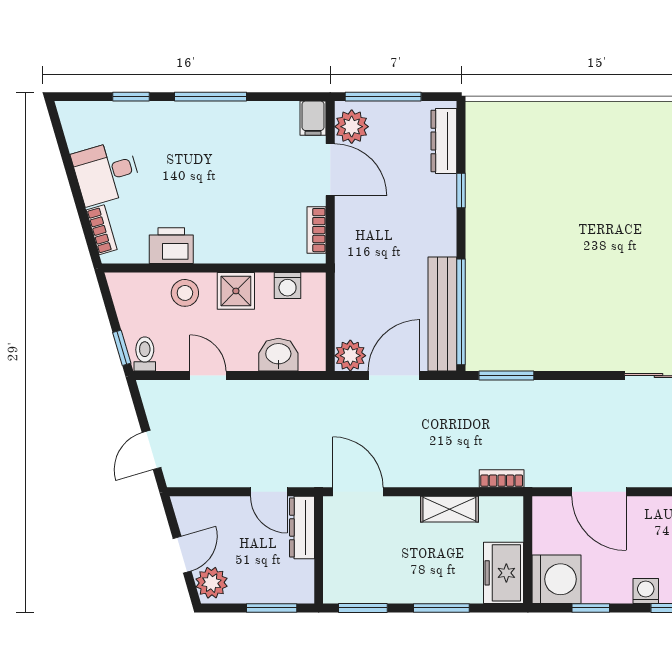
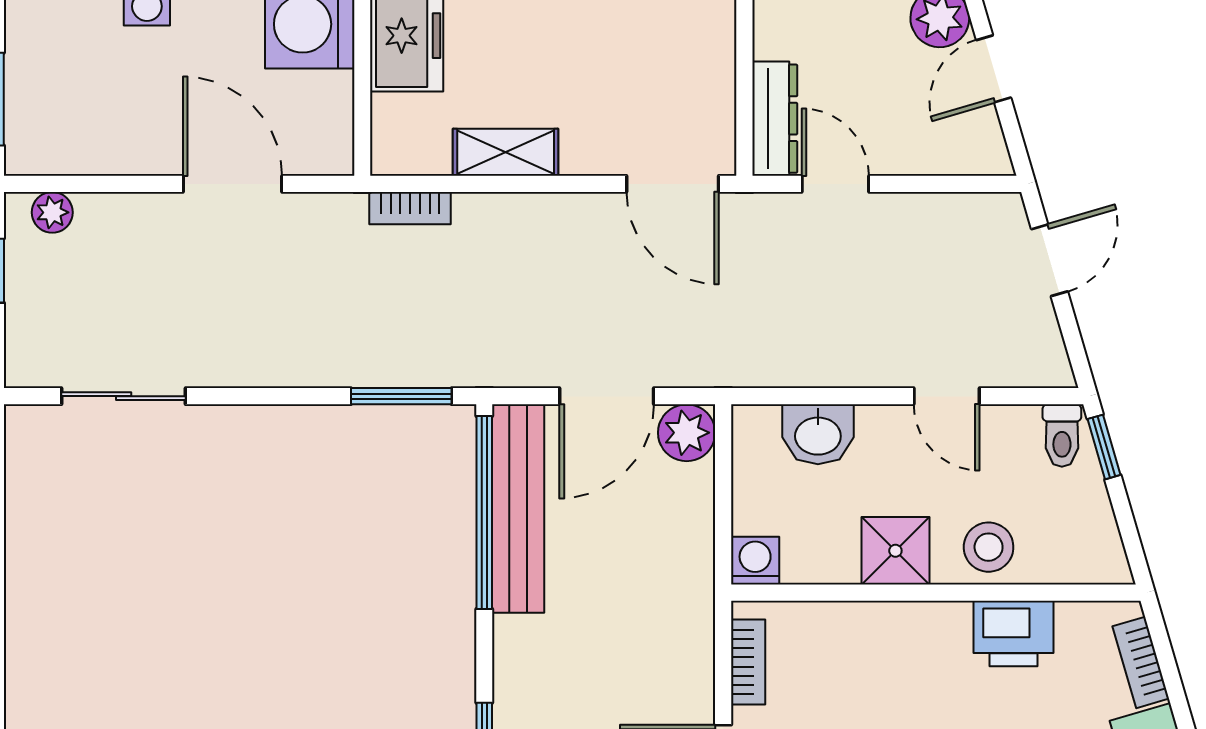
washing machine: (288, 286) -> (755, 561), moved

